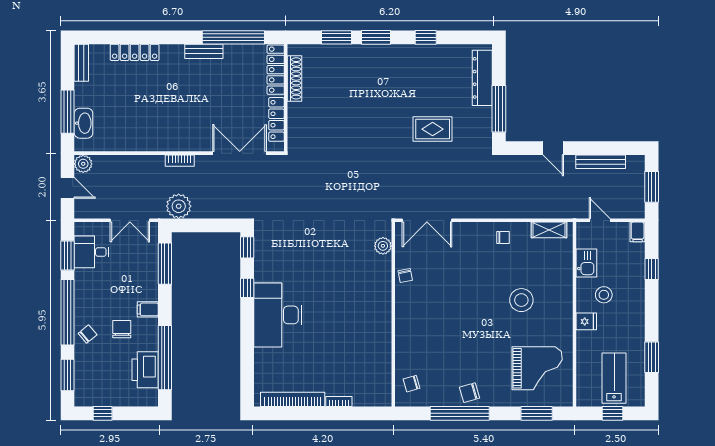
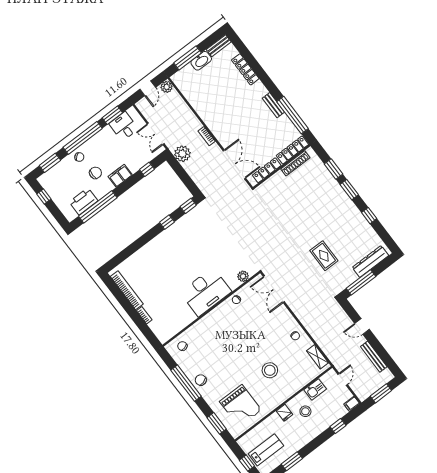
washbasin: (83, 123) -> (201, 61), moved
door: (553, 148) -> (362, 326), hinge flipped
window: (165, 264) -> (147, 169), width x0.46
filing cabinet: (148, 309) -> (120, 176), width x2.00
desk: (278, 315) -> (206, 292), moved, turned 180

